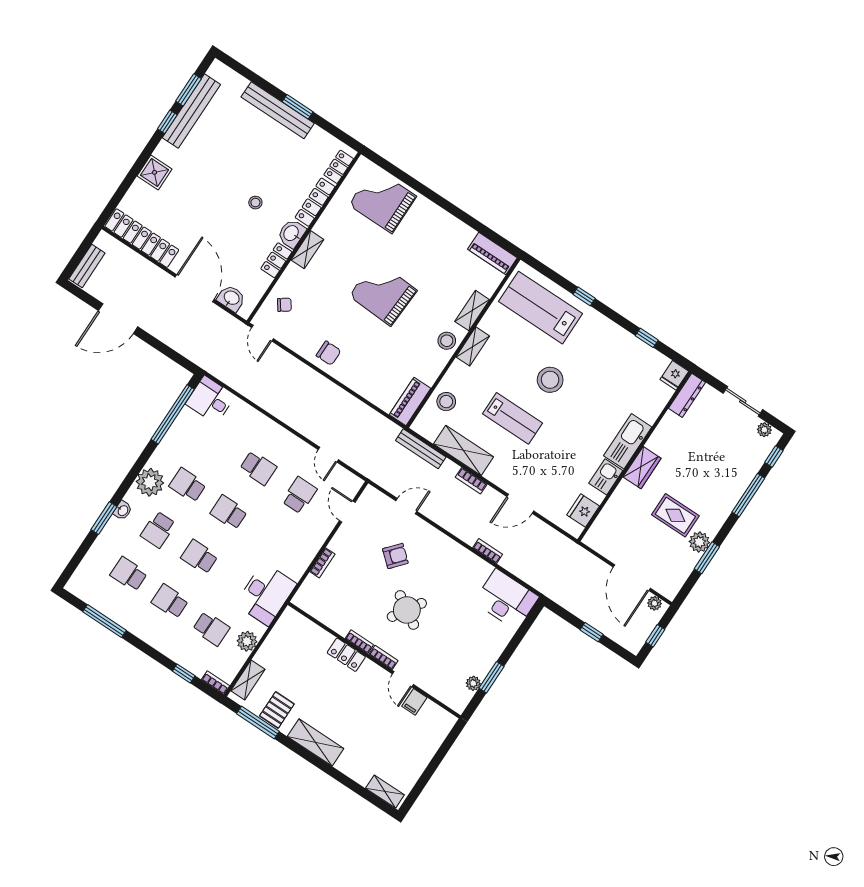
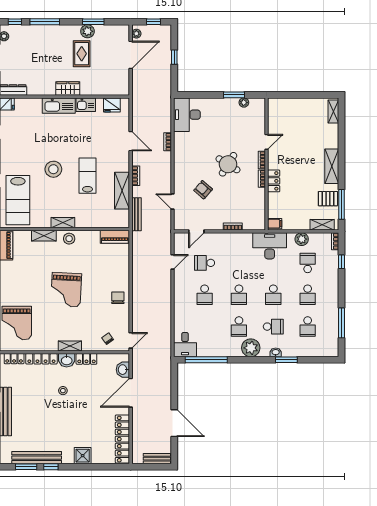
stool: (446, 402) -> (102, 217), removed
school desk: (258, 468) -> (205, 295), turned 180
filing cabinet: (414, 702) -> (275, 224), moved

